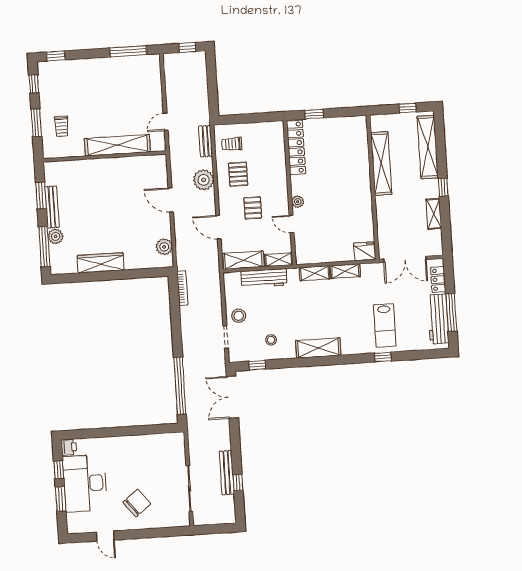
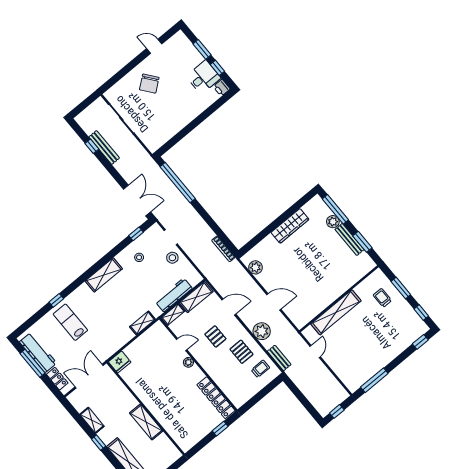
shelving: (381, 163) -> (146, 422), width x0.68
shelving: (345, 271) -> (123, 339), removed
desk: (85, 483) -> (203, 77), width x0.53, depth x0.77

